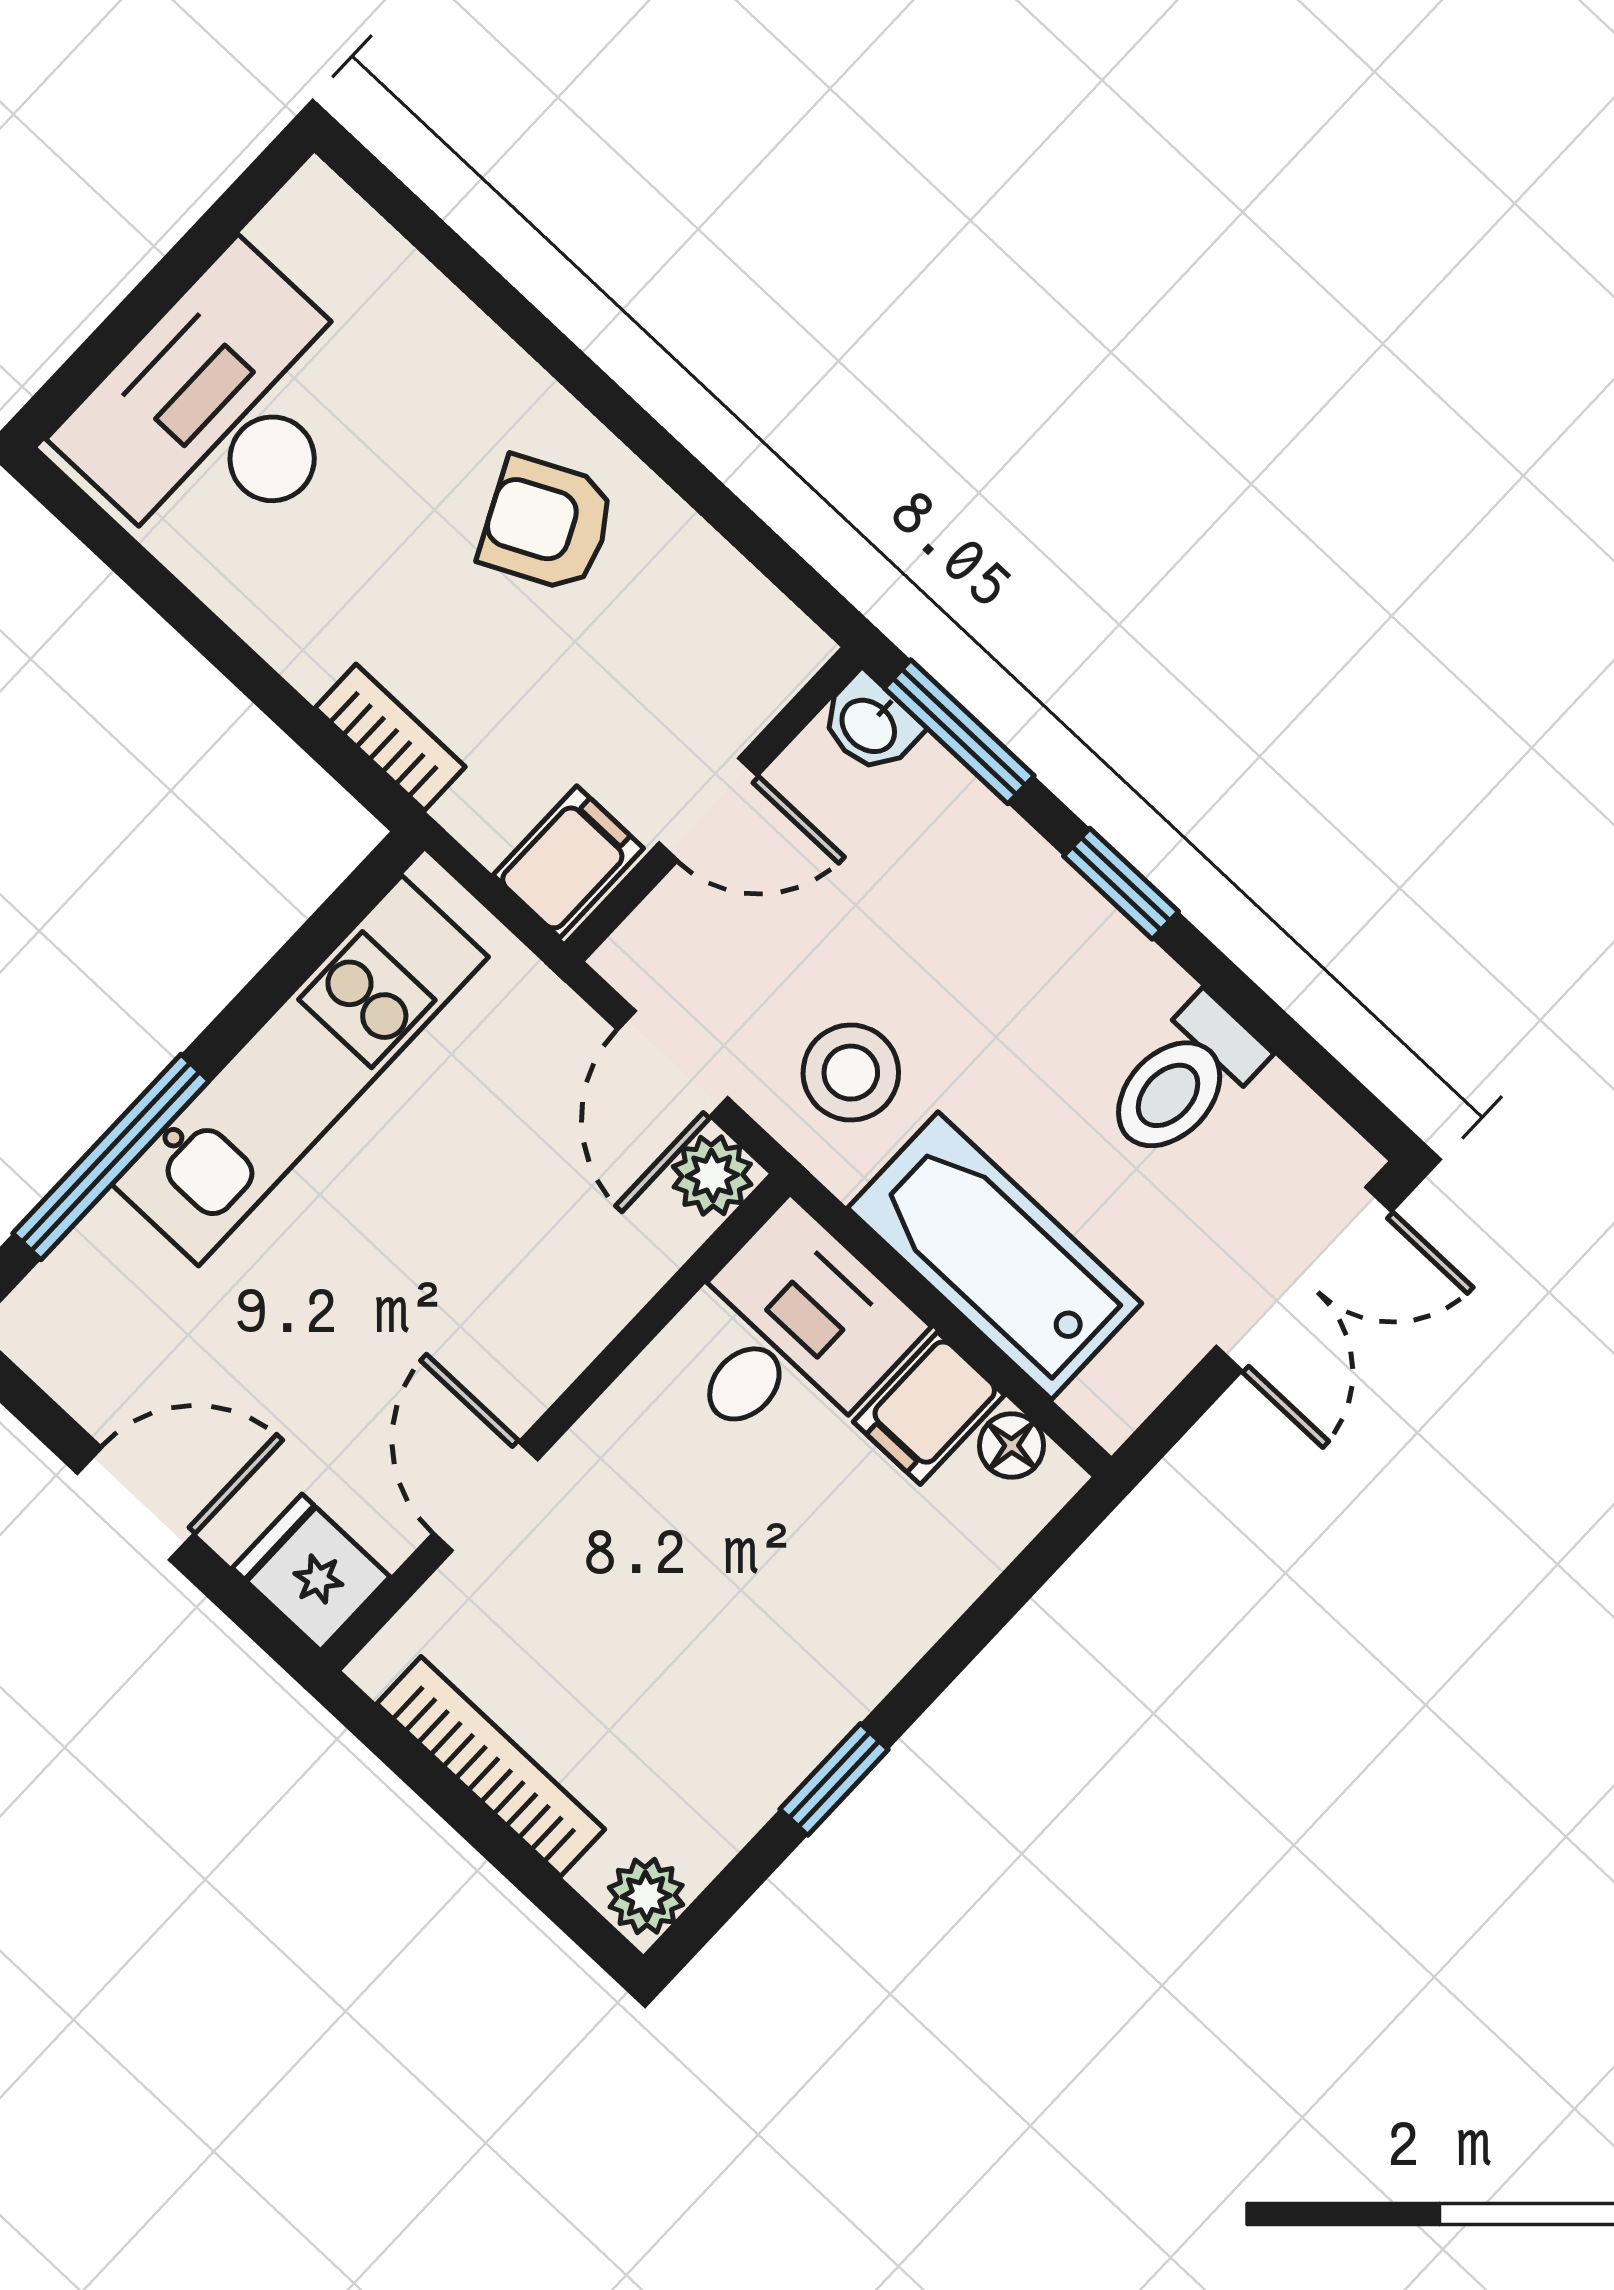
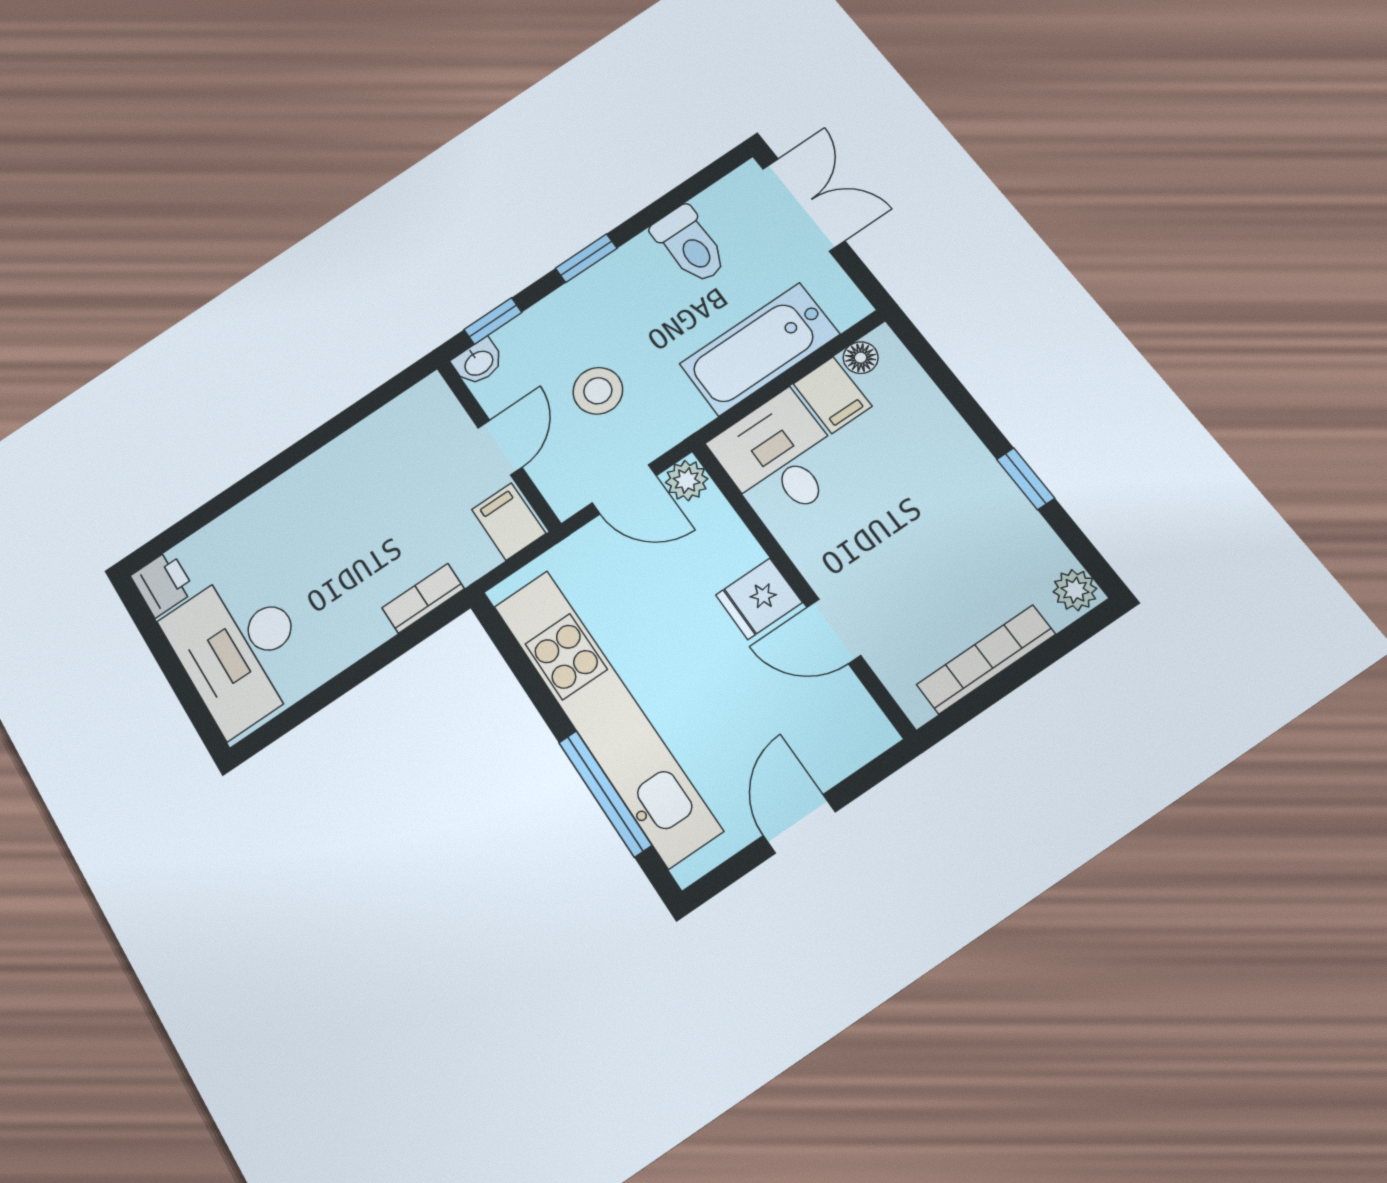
printer: (313, 223) -> (163, 583), added
armchair: (547, 524) -> (339, 499), removed
window: (959, 732) -> (493, 321), width x0.67
kitchen unit: (300, 1071) -> (606, 716), width x1.36
stool: (851, 1073) -> (598, 391), moved
fridge: (311, 1572) -> (759, 599), moved

